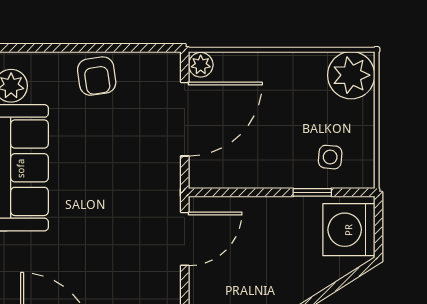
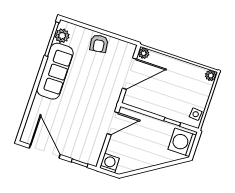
plant: (351, 75) -> (211, 75), width x0.53, depth x0.53
side table: (330, 157) -> (196, 114), moved

